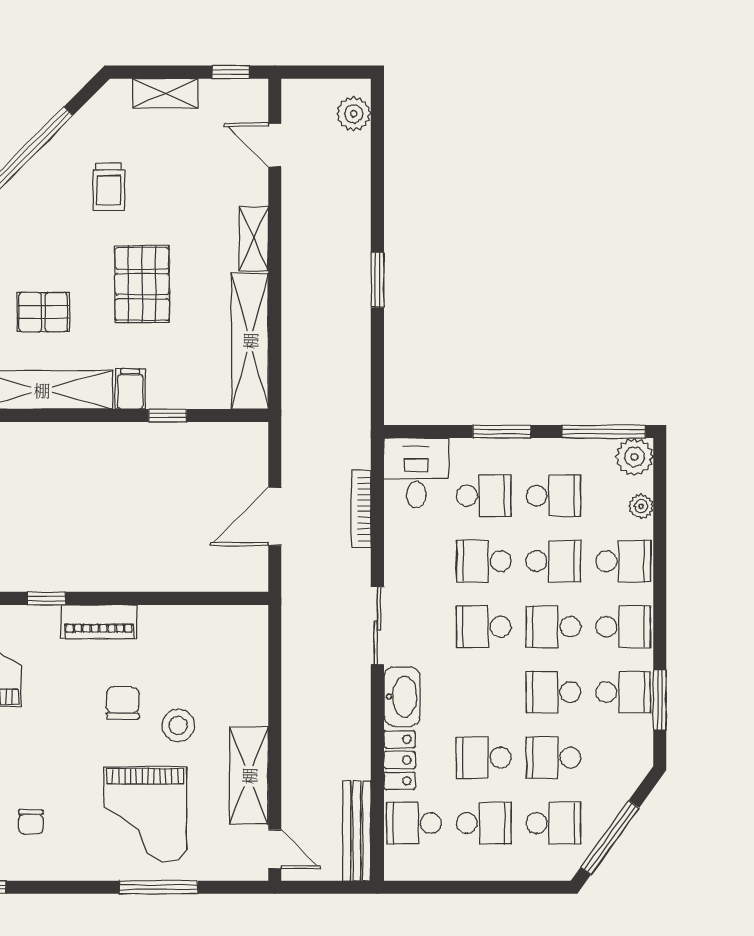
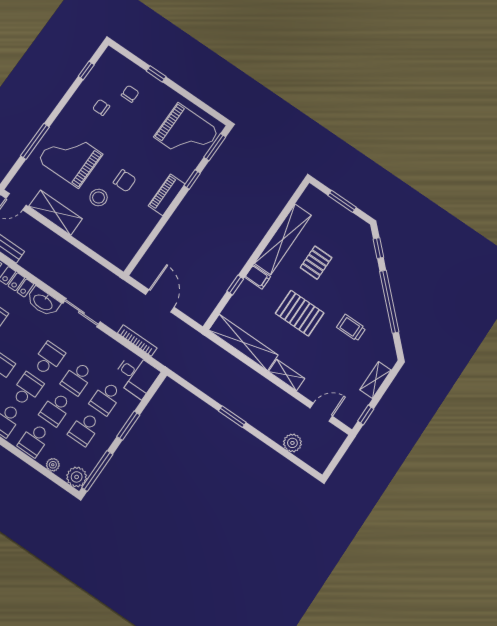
plant: (354, 114) -> (292, 443), moved
school desk: (484, 561) -> (77, 378), turned 180

